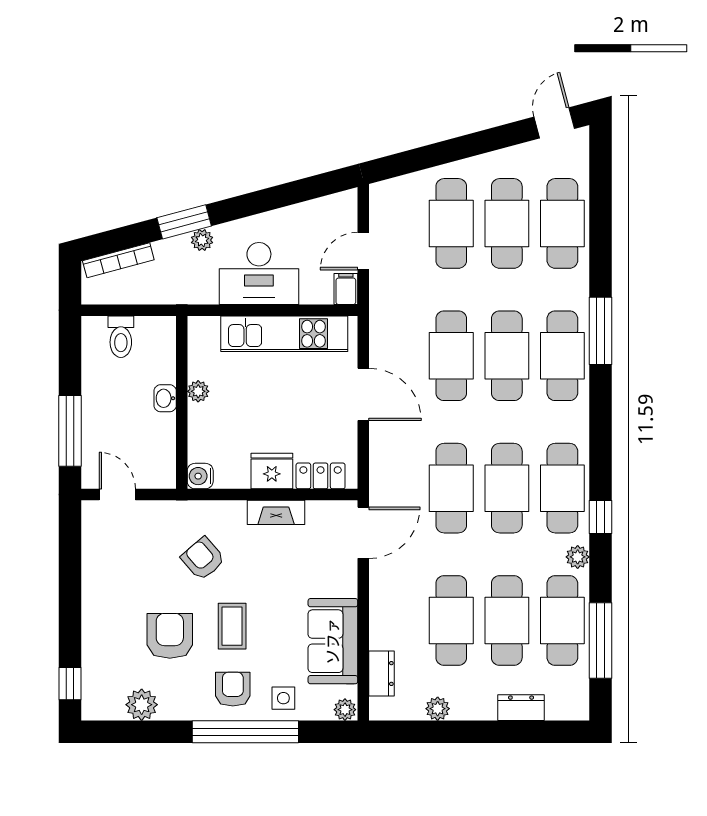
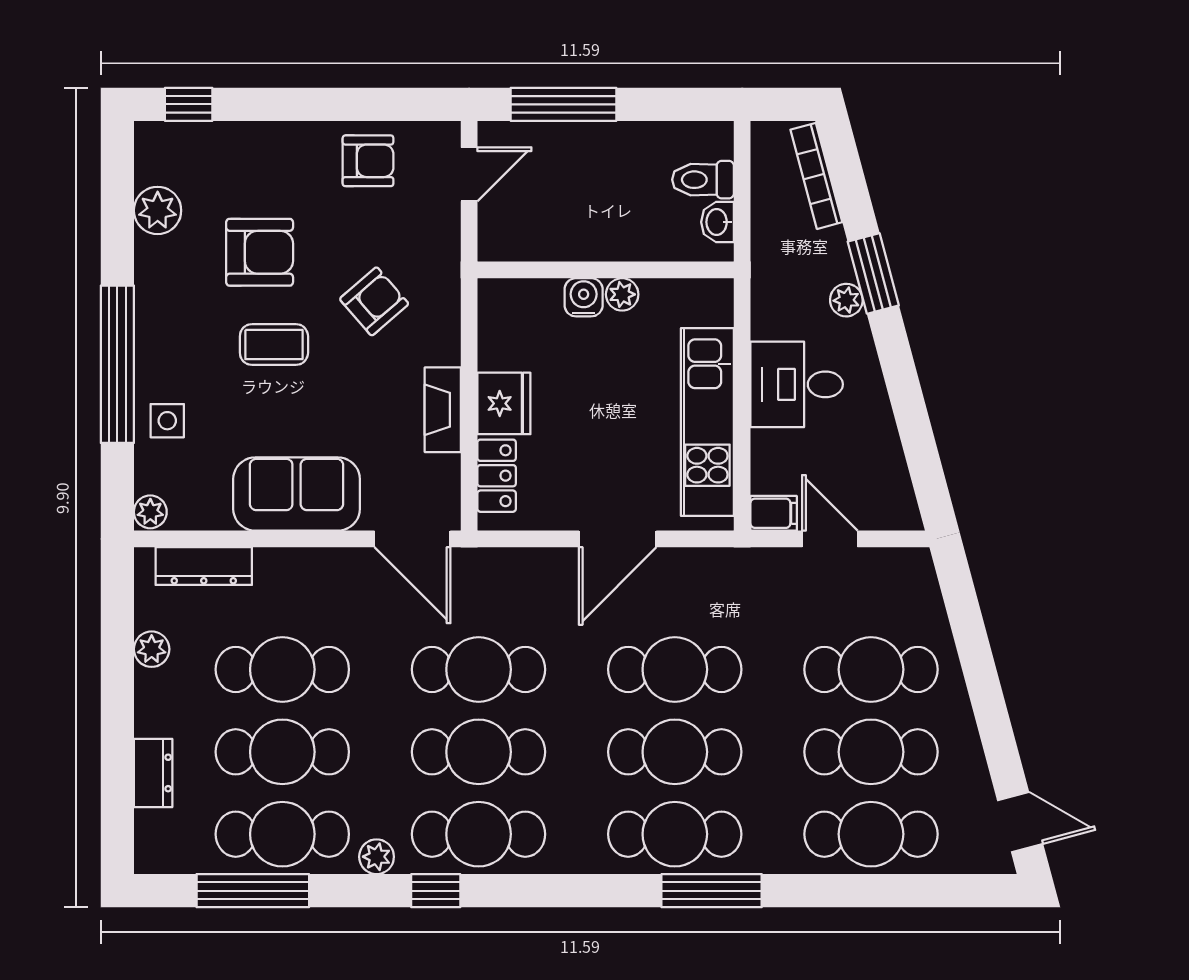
desk: (259, 274) -> (797, 384), width x0.73
washbasin: (165, 398) -> (718, 222), moved, turned -90
water cooler: (200, 476) -> (584, 297), moved
sofa: (333, 641) -> (297, 494), moved
dresser: (381, 674) -> (204, 566), width x1.44
armchair: (233, 689) -> (368, 161), moved

